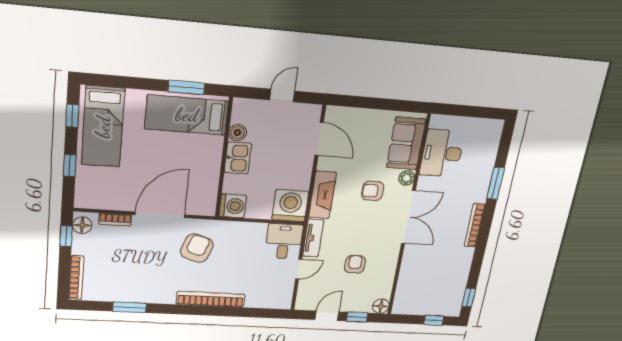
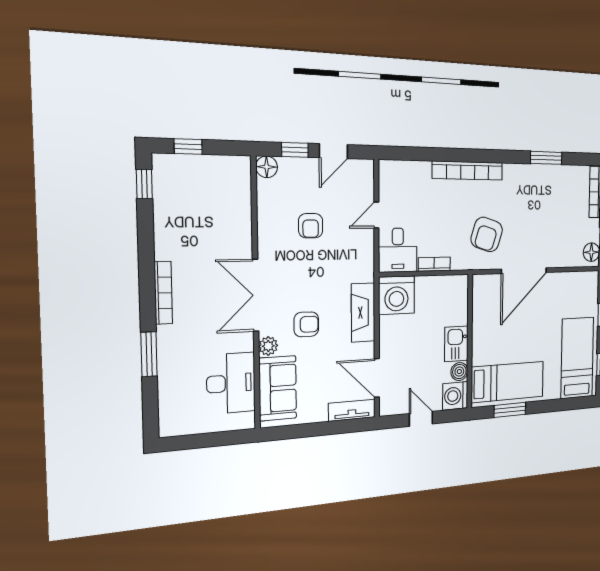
door: (282, 95) -> (421, 419), swing flipped
washing machine: (233, 206) -> (455, 396), moved
bookcase: (115, 220) -> (434, 264), moved
tv unit: (313, 238) -> (352, 410), moved, turned 90

